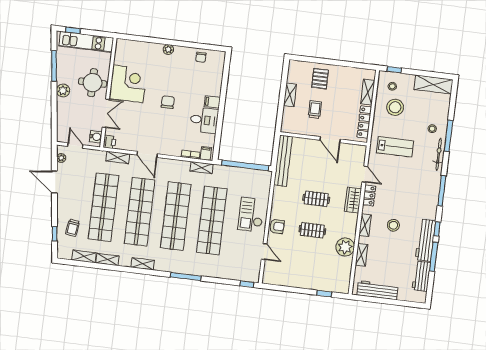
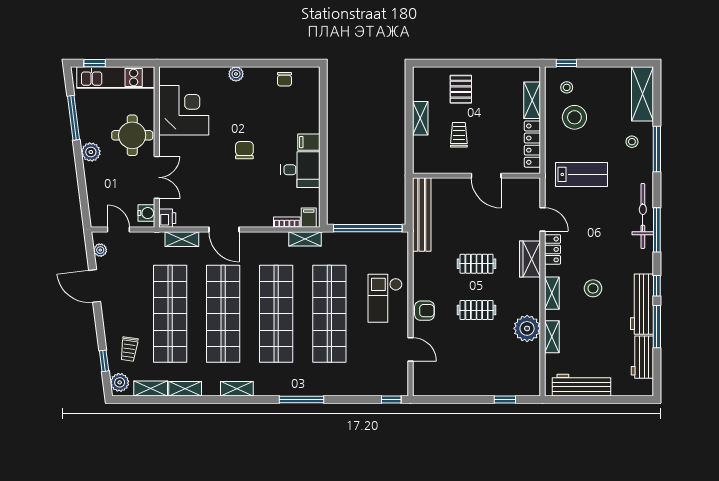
corner desk: (128, 84) -> (184, 110), moved
shelving: (434, 84) -> (642, 94), moved, turned 90
bicycle: (439, 154) -> (643, 216), moved, width x1.37, depth x1.40
plant: (63, 250) -> (120, 382), added

